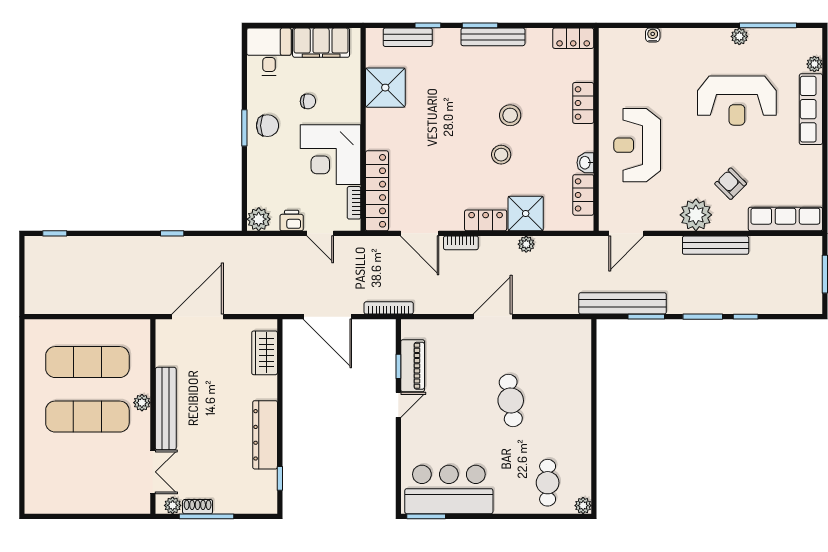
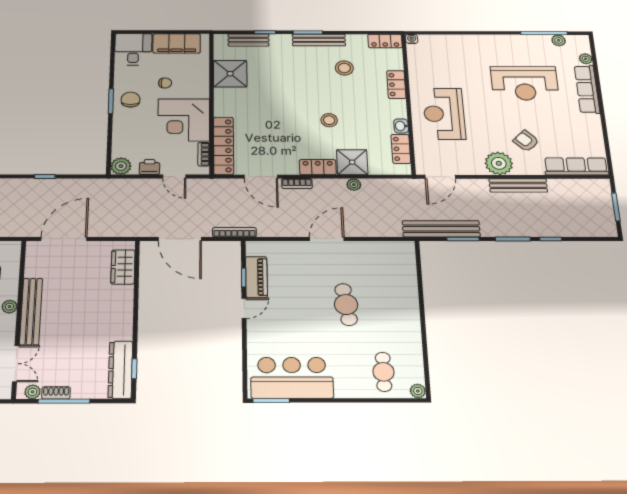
water cooler: (653, 35) -> (412, 39), moved
plant: (739, 36) -> (559, 40), moved
stool: (510, 115) -> (344, 68), moved
chair: (268, 126) -> (131, 100), turned -90
dresser: (265, 435) -> (120, 370), moved

